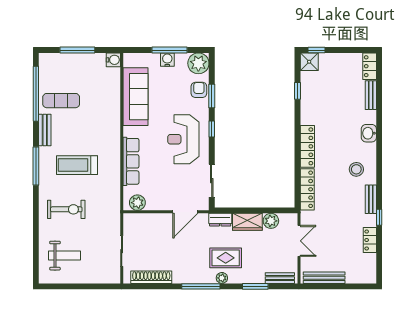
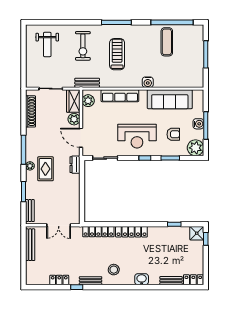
water cooler: (113, 60) -> (148, 82), moved
armchair: (199, 90) -> (173, 134), moved
bench: (45, 130) -> (87, 83), moved
reception desk: (183, 139) -> (137, 136), turned 180
plant: (271, 221) -> (74, 119), moved
wardrobe: (247, 222) -> (73, 101), moved

